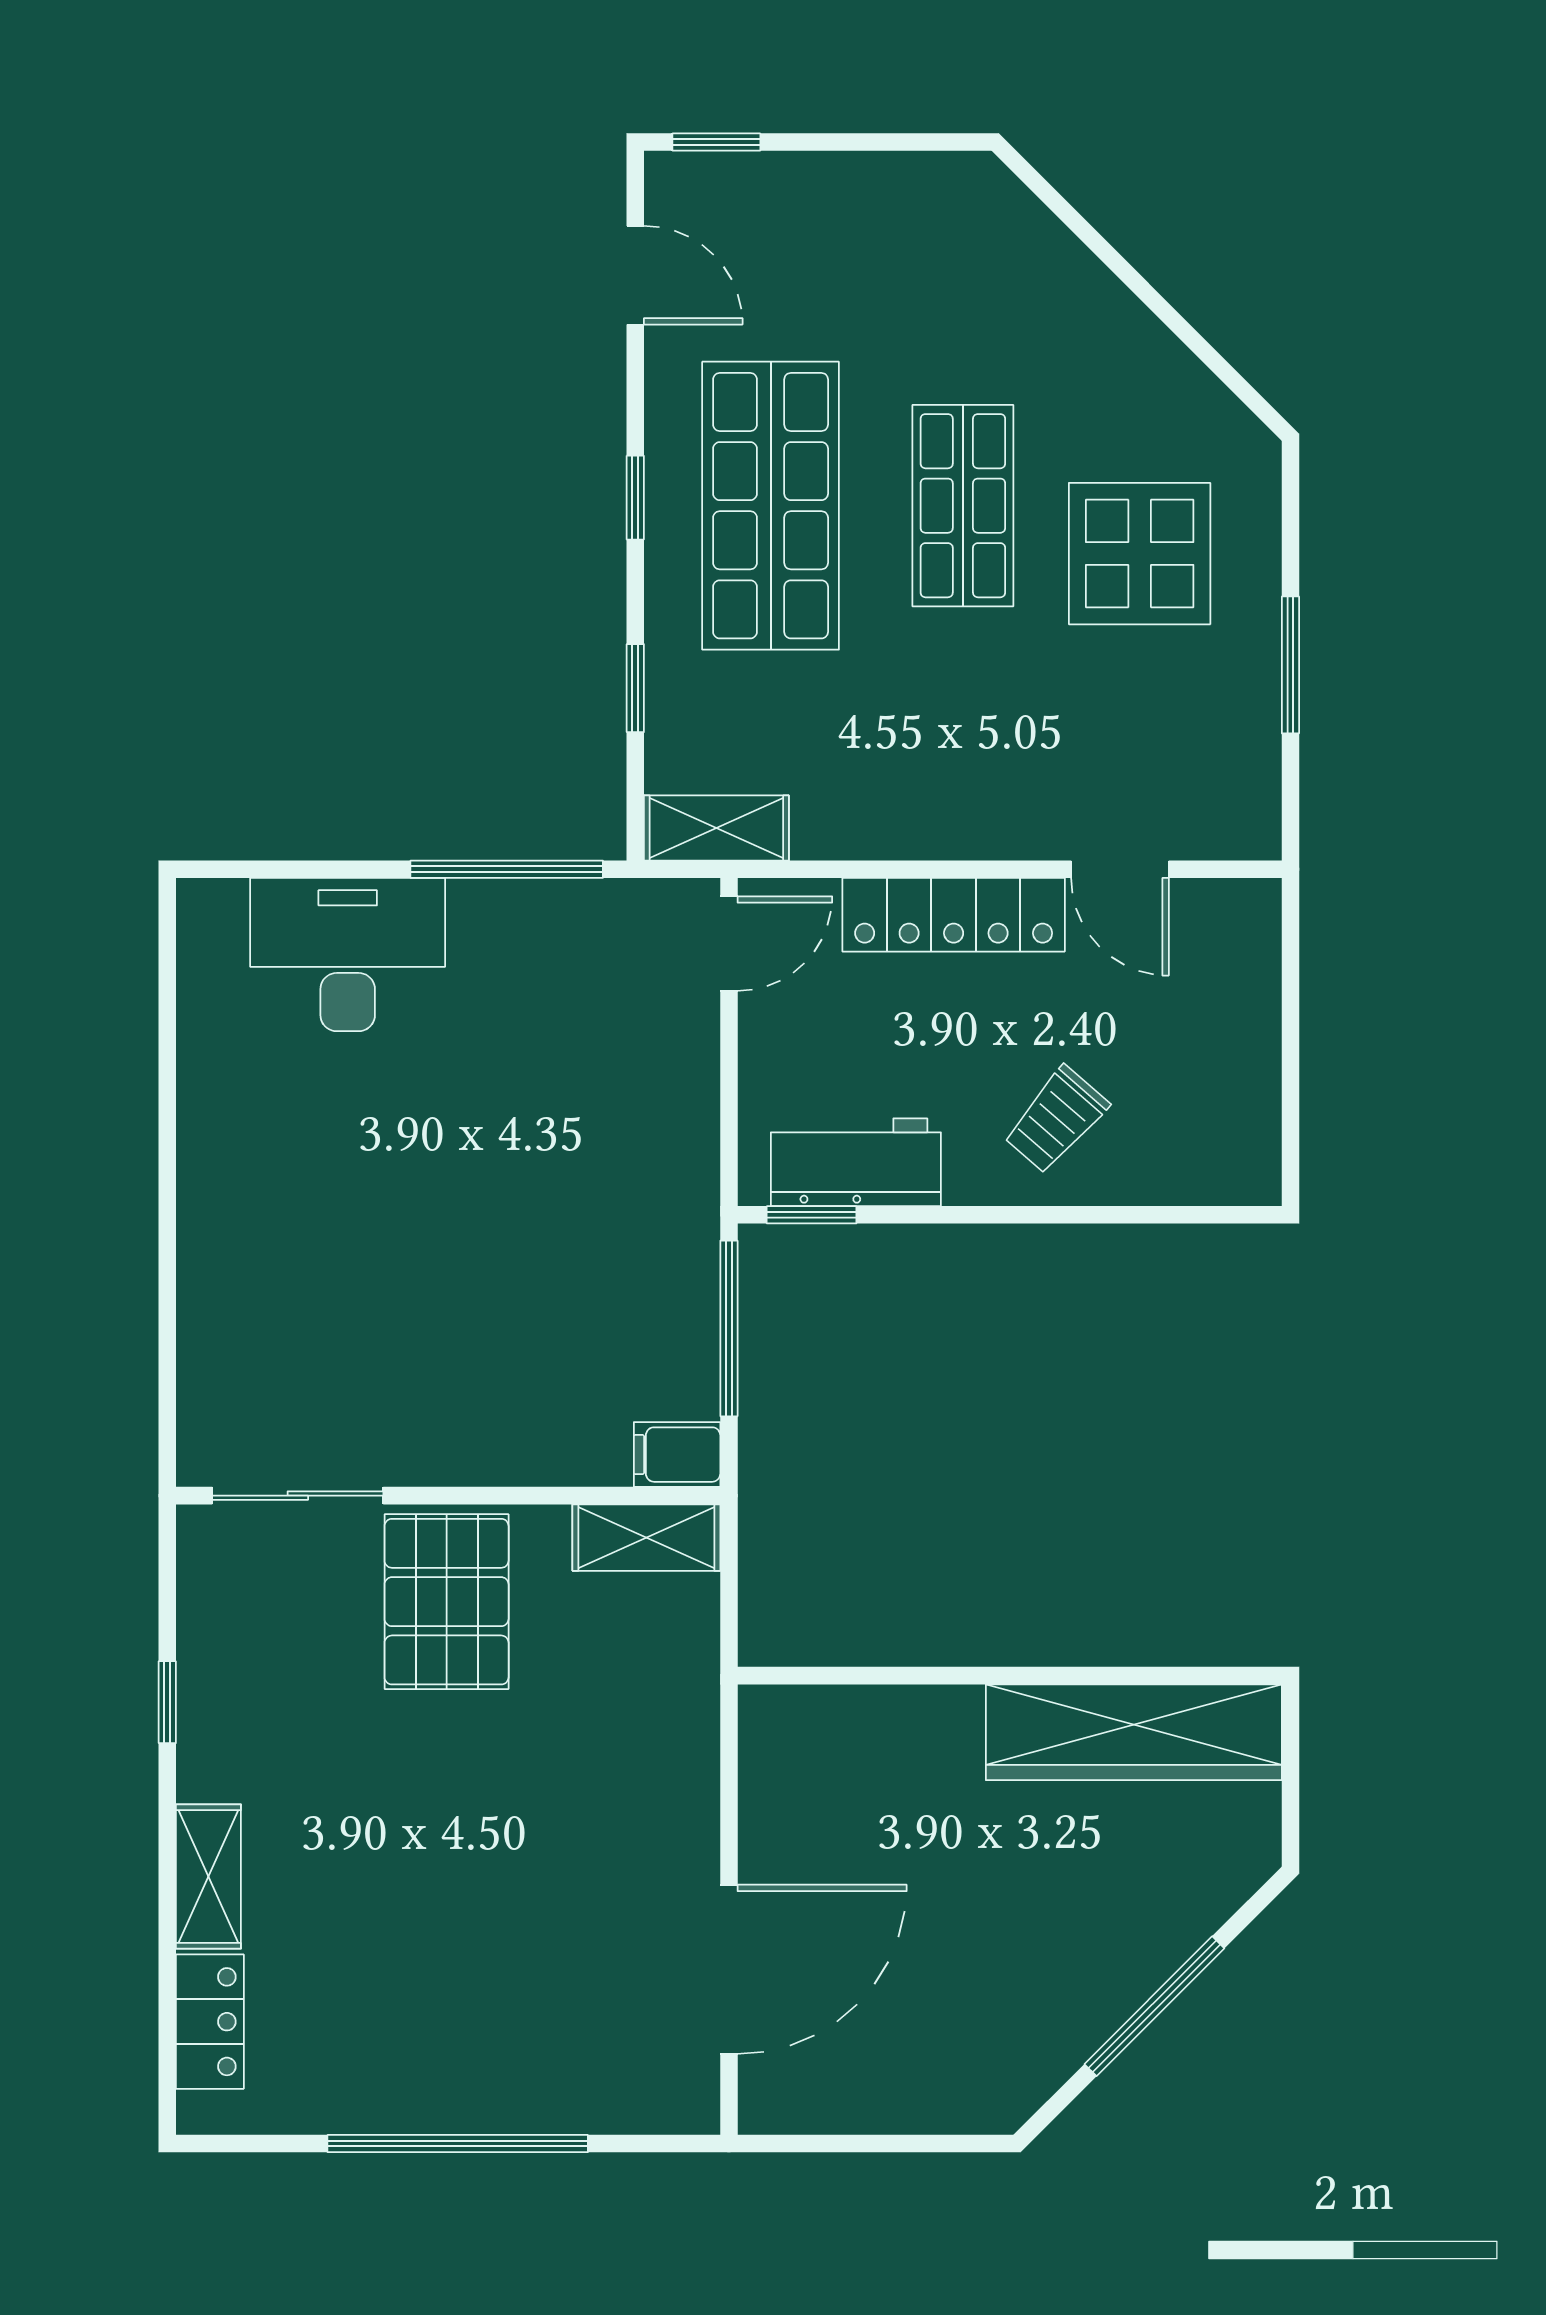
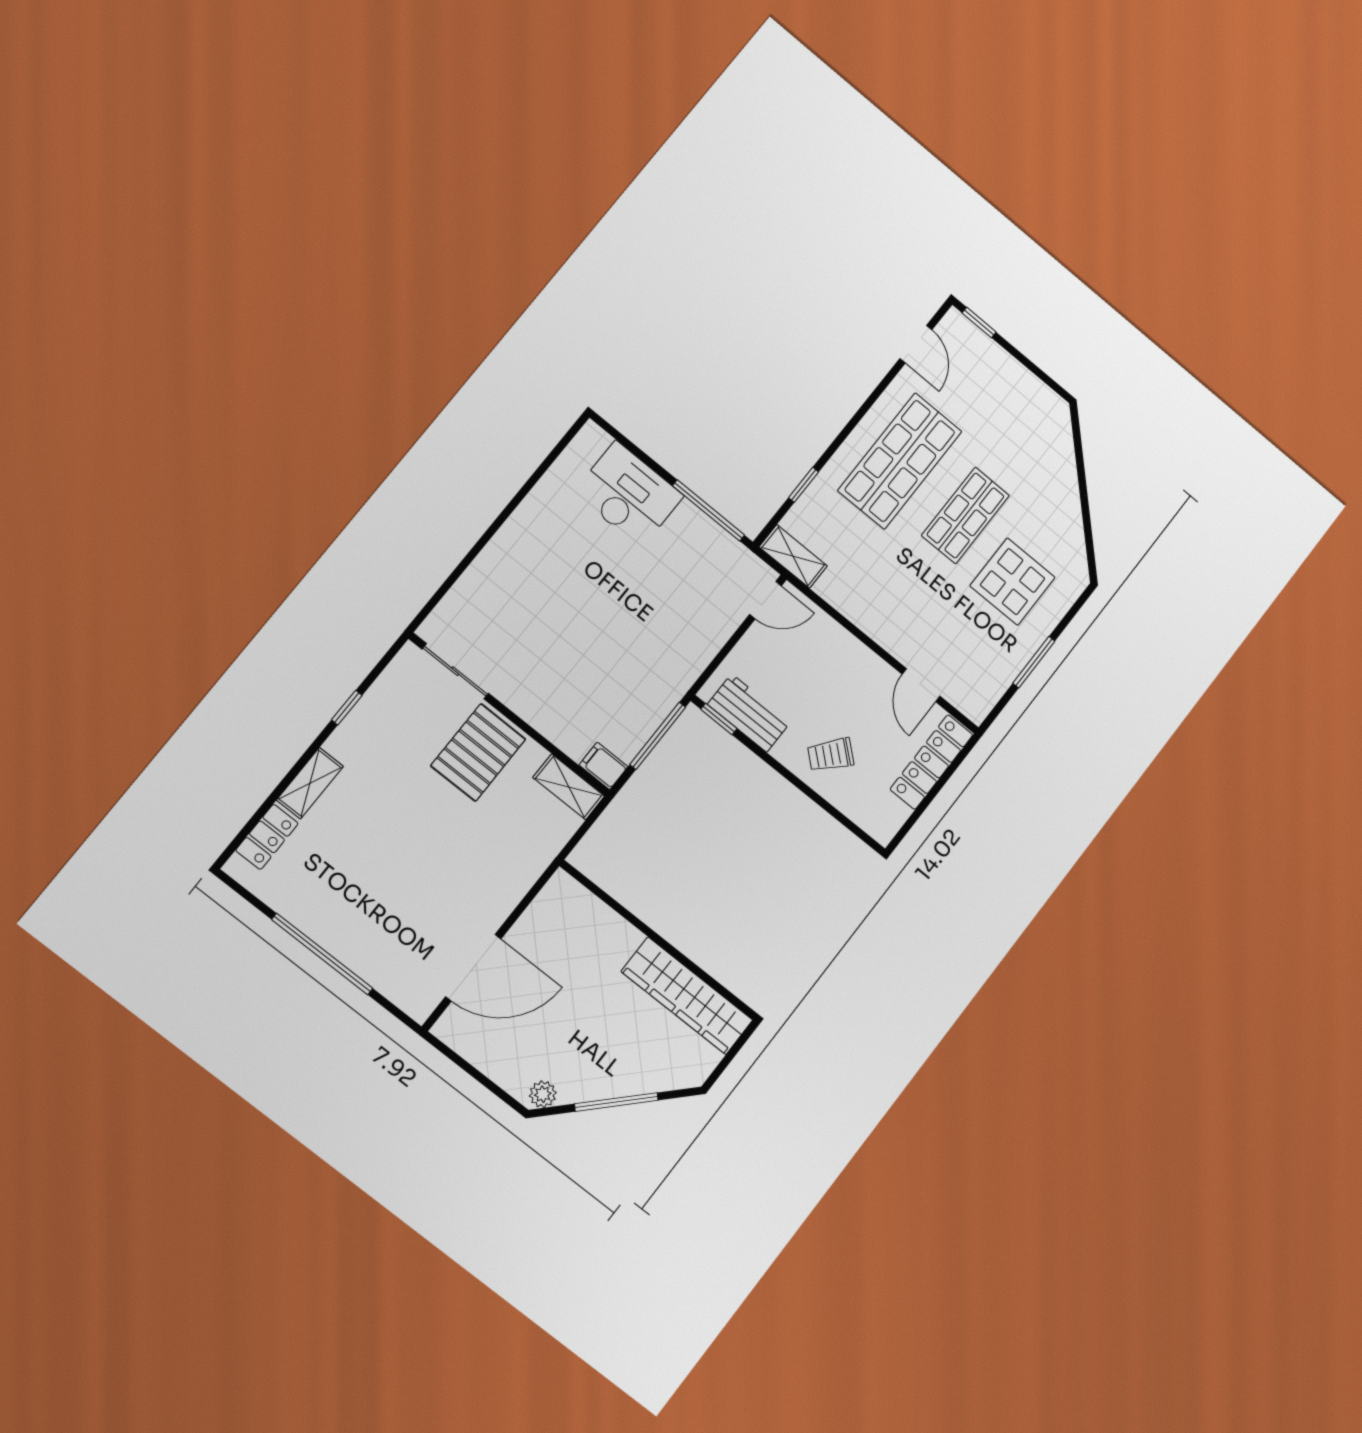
window: (635, 498) -> (856, 420), removed
locker: (954, 915) -> (931, 762), moved, turned 90
plant: (1017, 2090) -> (543, 1094), added

